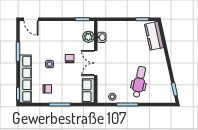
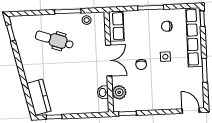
dental chair: (139, 82) -> (54, 40), turned 97

